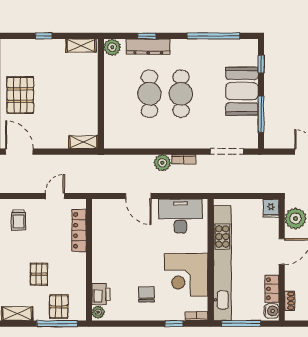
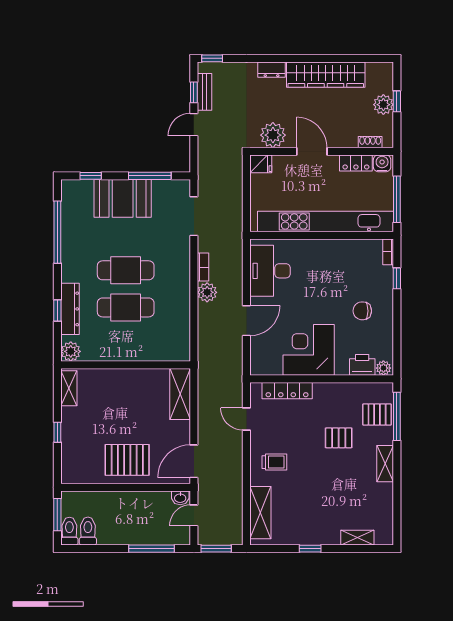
shelving: (83, 142) -> (180, 394), width x1.50, depth x1.33
corner desk: (186, 275) -> (309, 350), moved, turned 180

